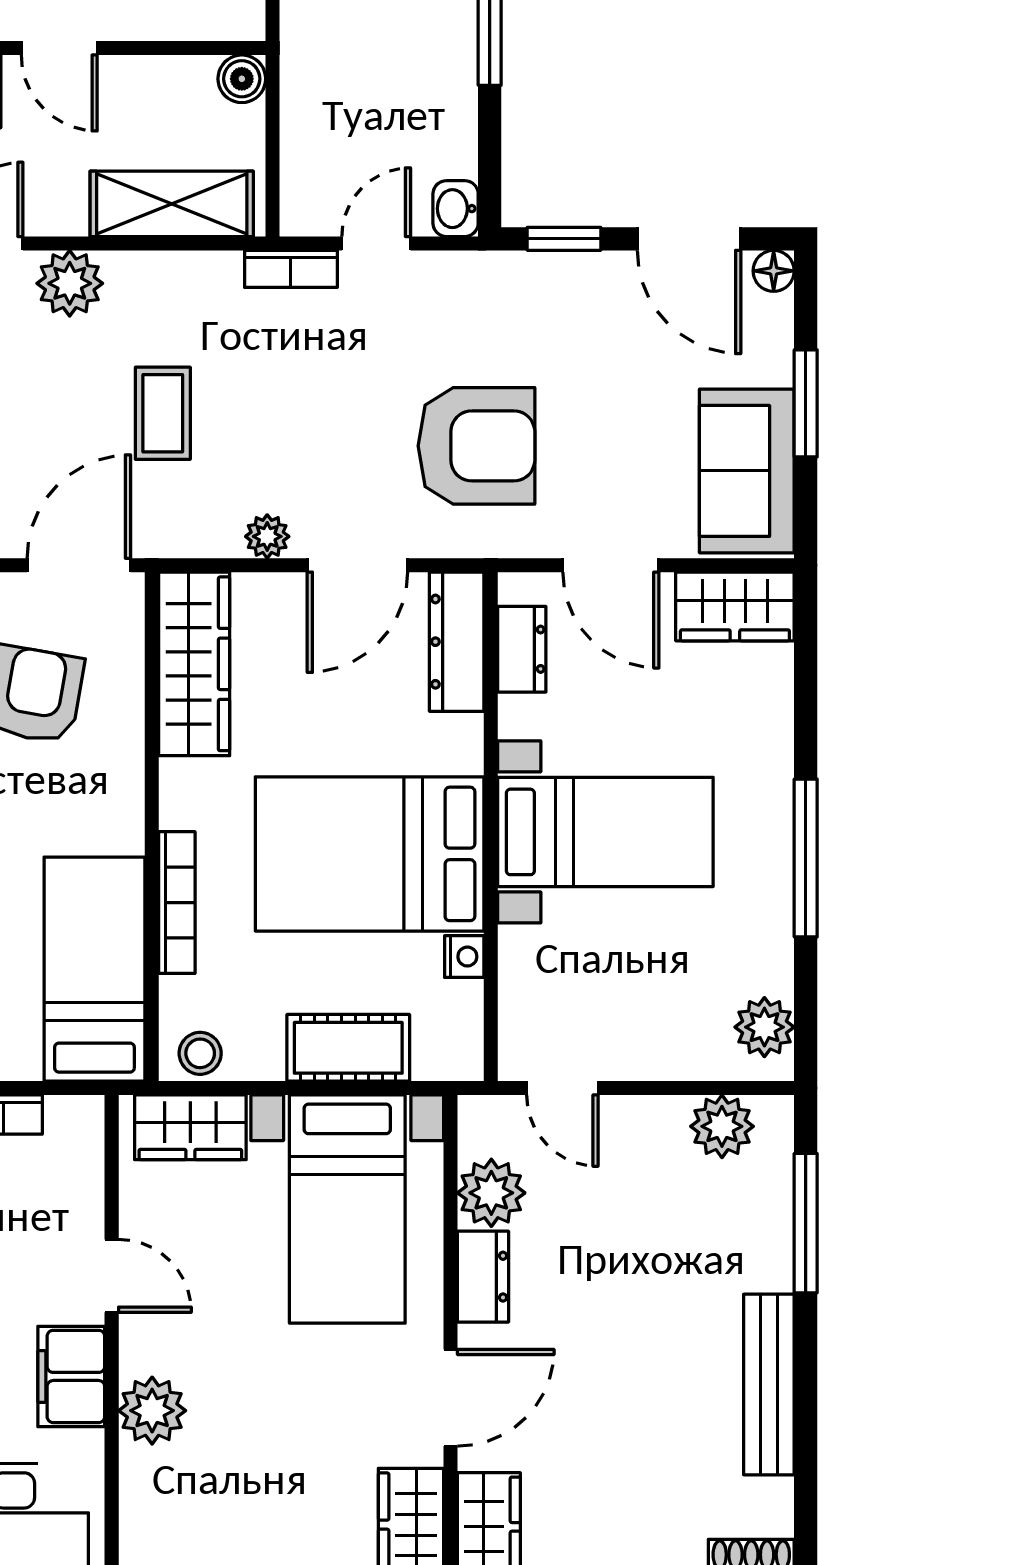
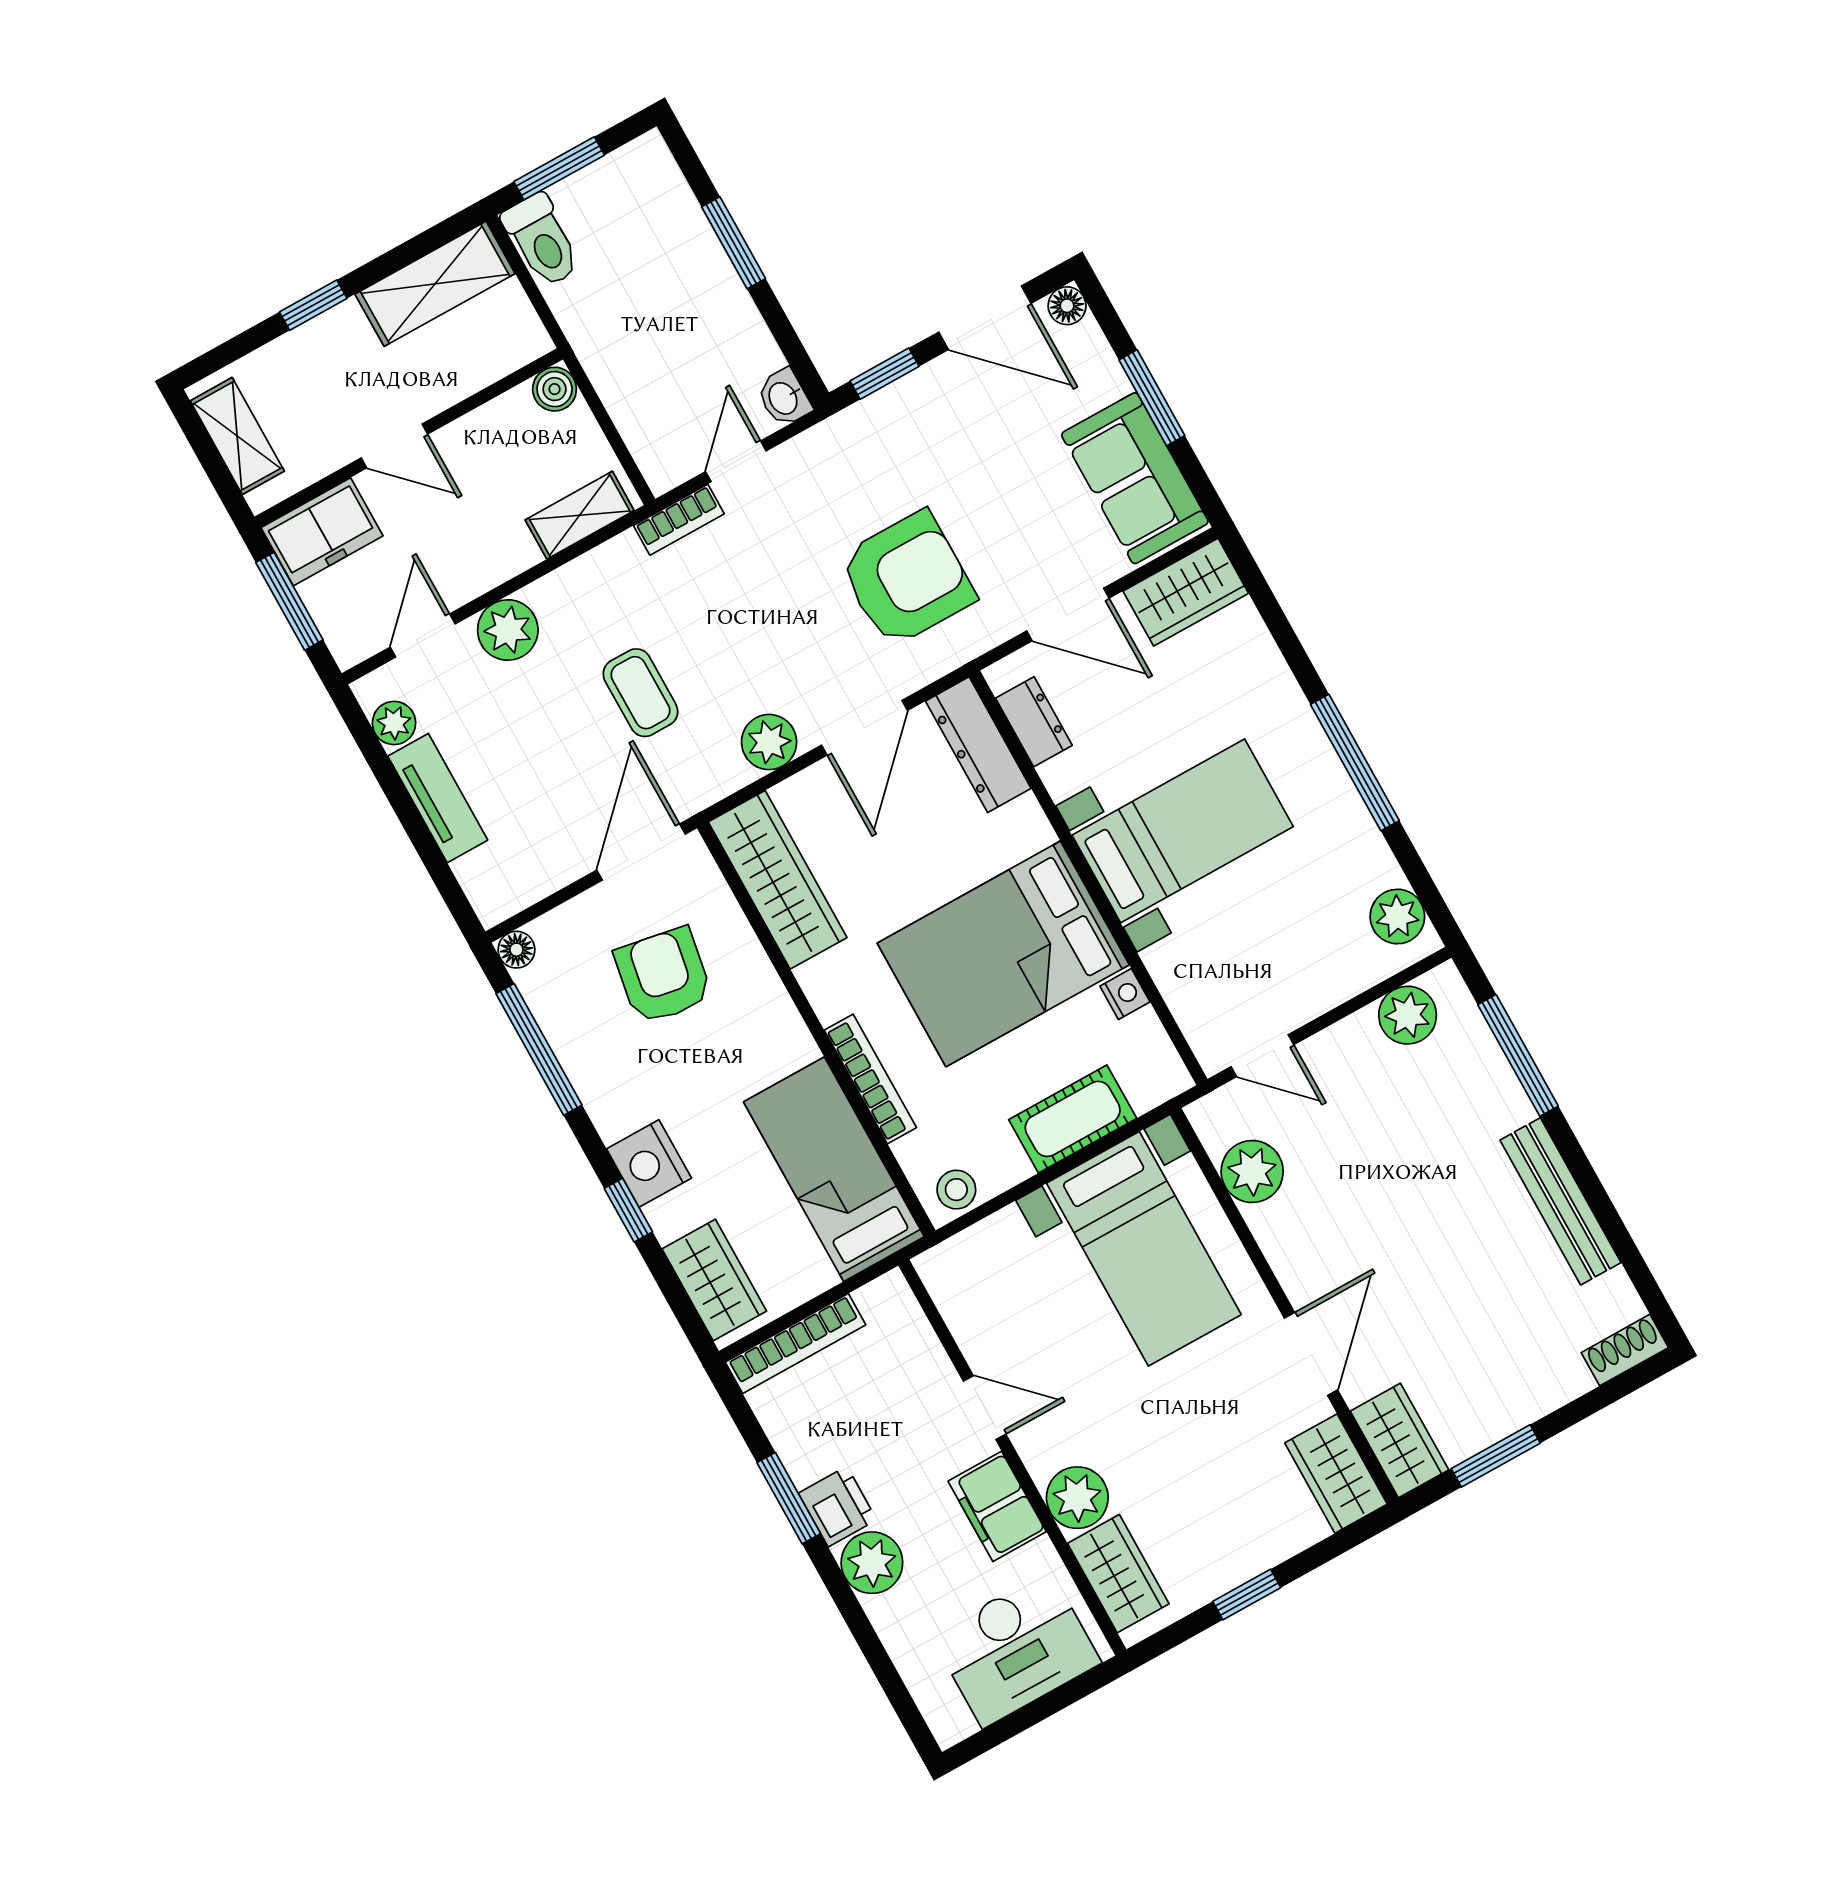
shelving: (172, 204) -> (580, 515), width x0.67, depth x0.75
plant: (267, 536) -> (769, 742), width x1.38, depth x1.38
wardrobe: (190, 1127) -> (1118, 1574), moved, turned -90
dresser: (483, 1277) -> (1283, 1242), removed

